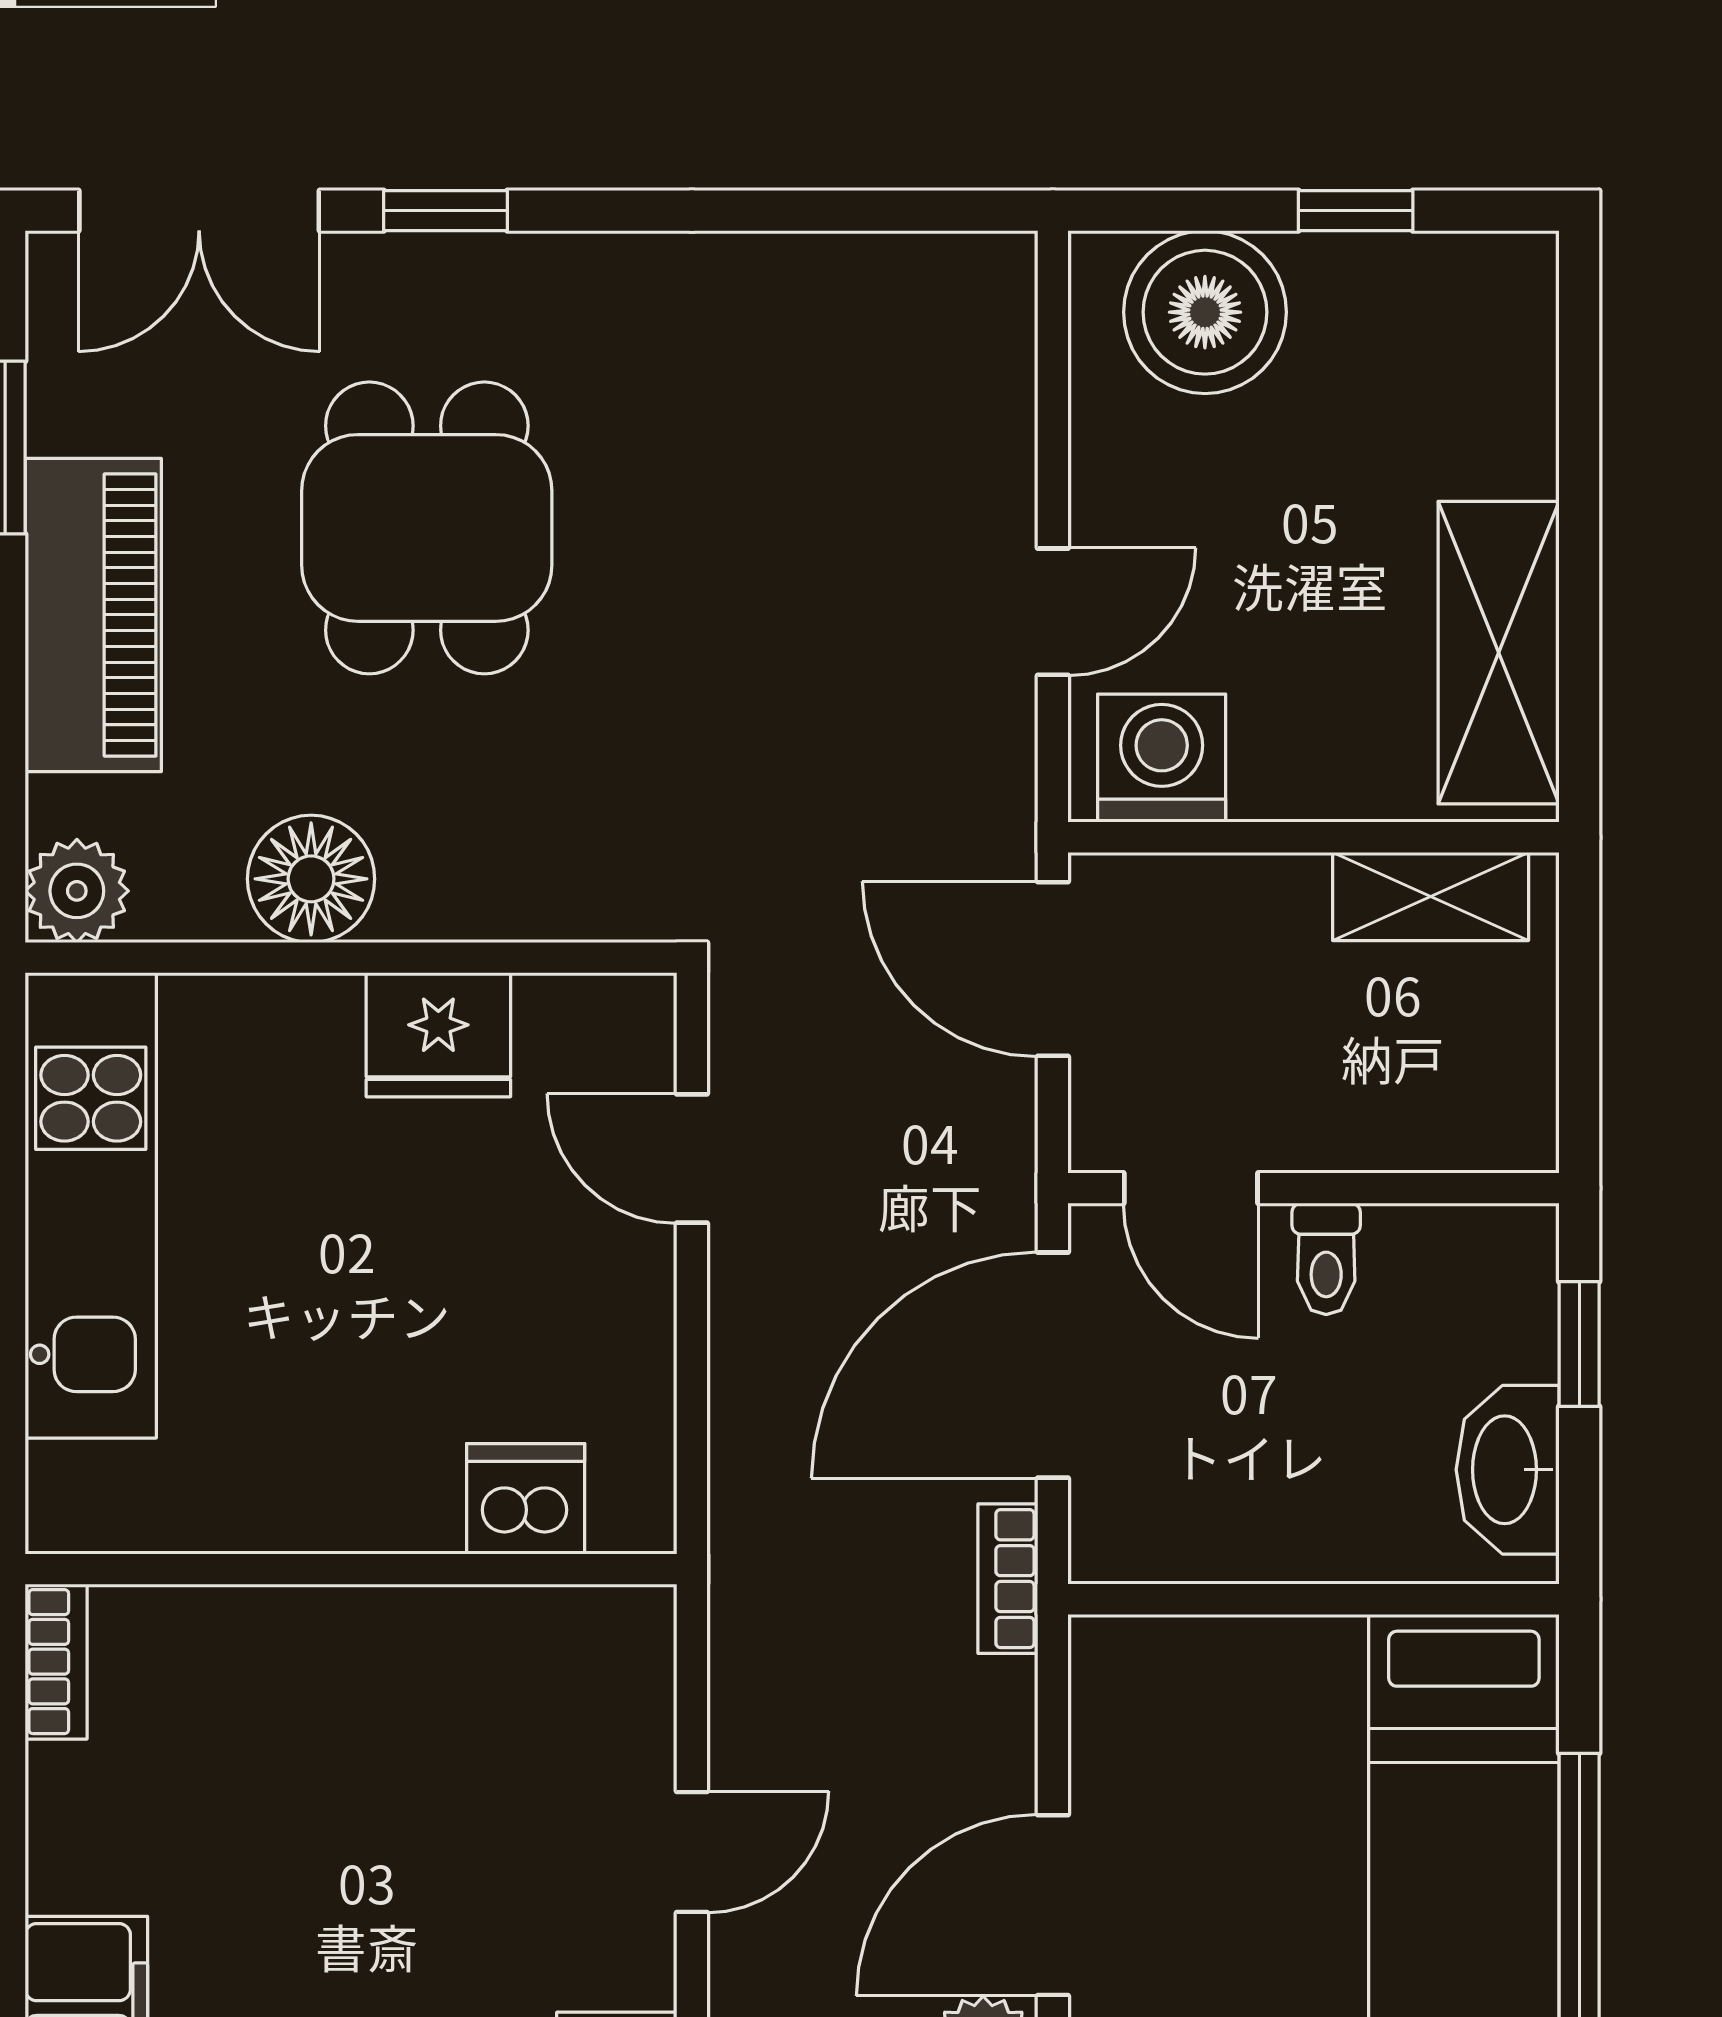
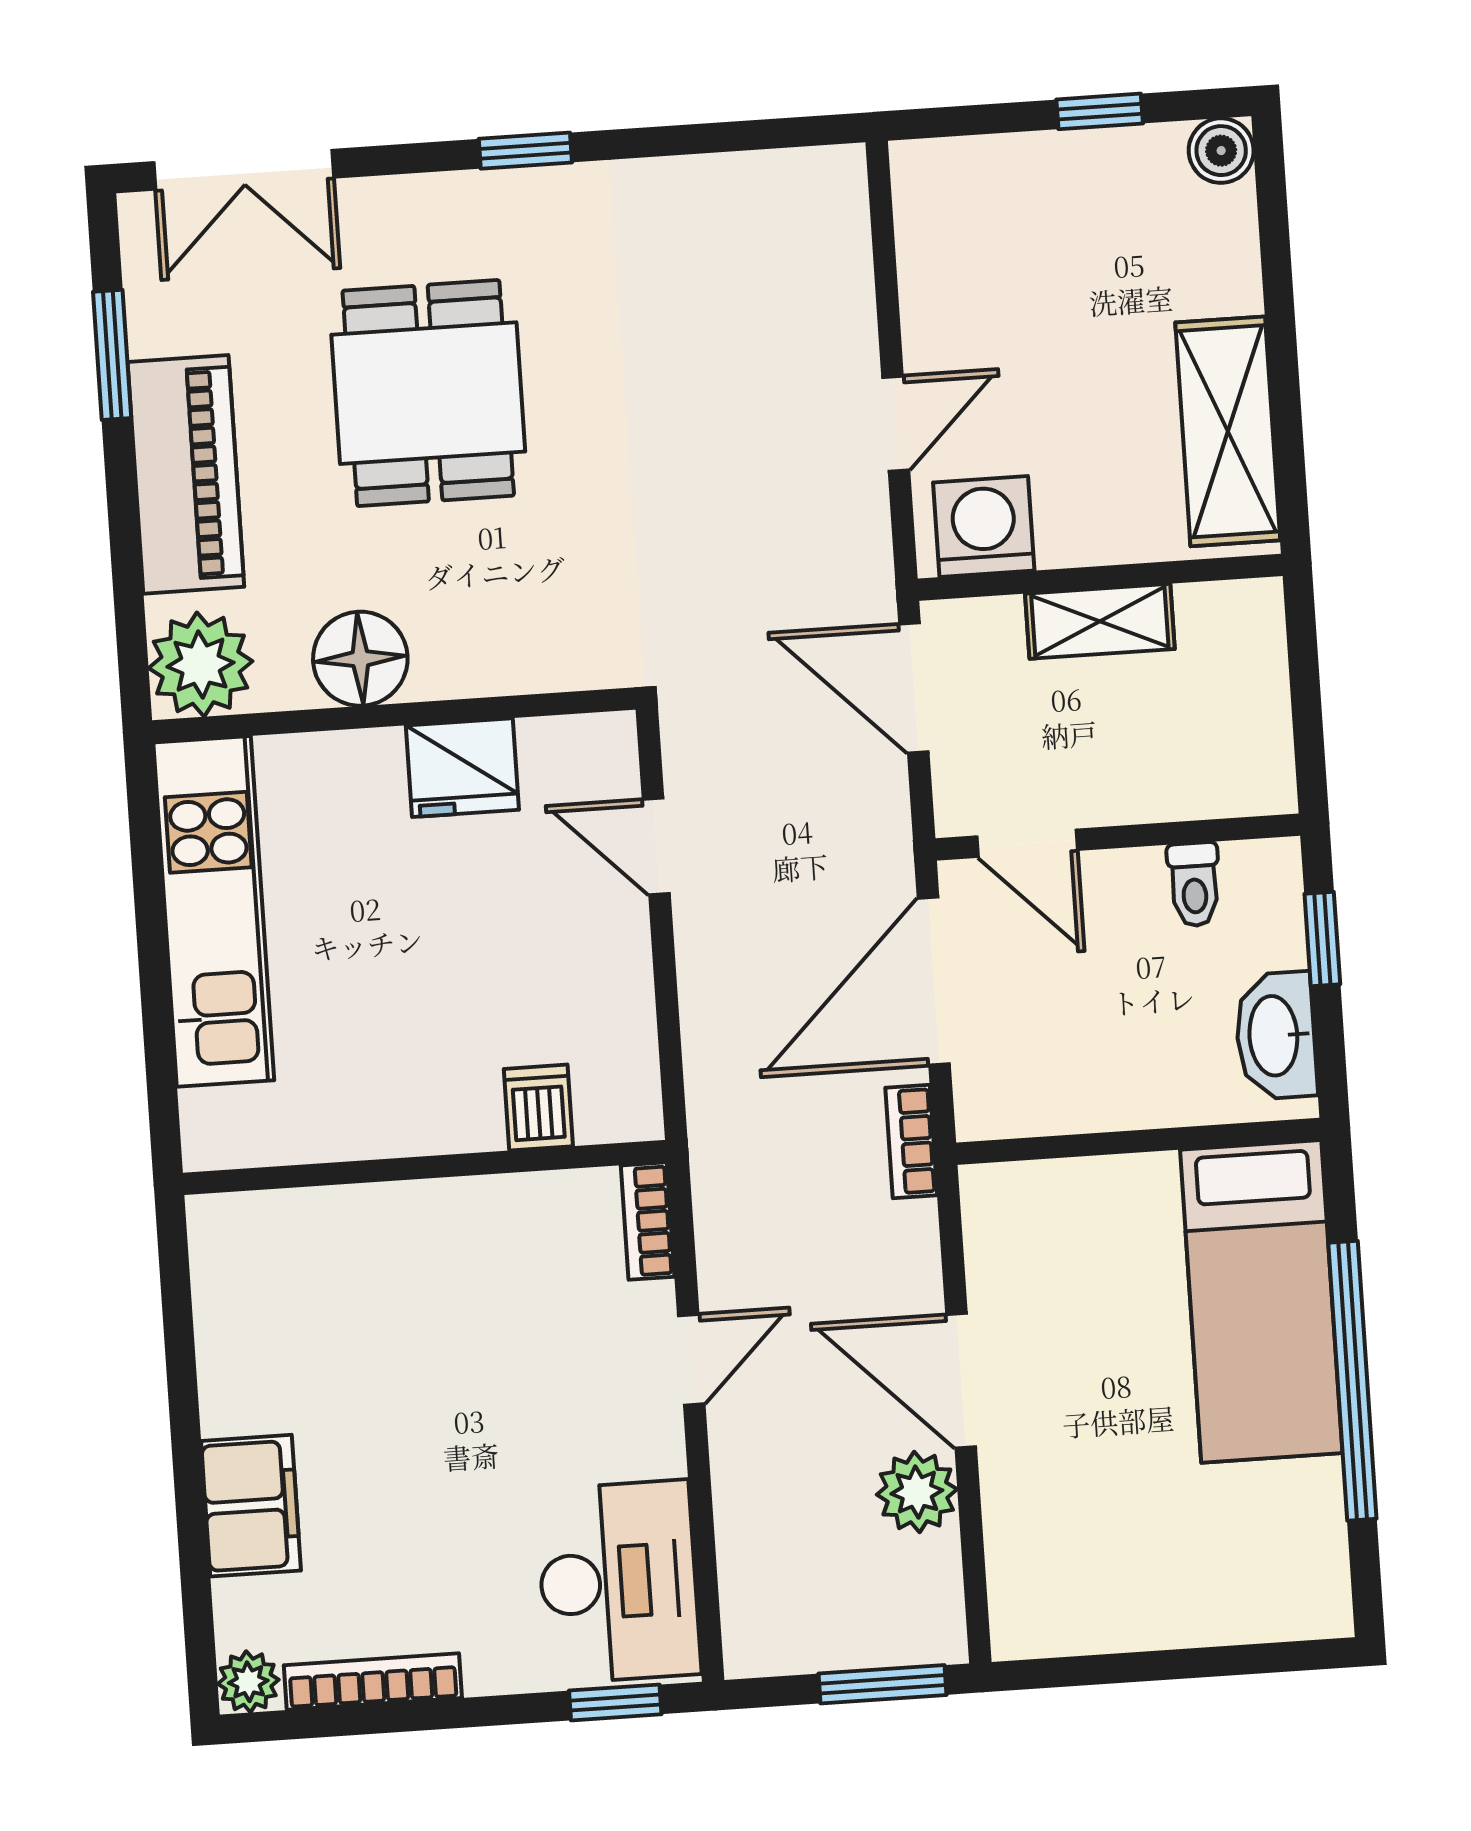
window: (445, 211) -> (525, 151), moved
boiler: (1205, 312) -> (1221, 151), moved, width x0.54, depth x0.54
plant: (77, 891) -> (201, 665), width x1.36, depth x1.36
shelving: (1431, 896) -> (1100, 621), moved
toilet: (1326, 1259) -> (1194, 884), moved
dishwasher: (526, 1499) -> (538, 1108), width x0.73
bookcase: (56, 1662) -> (648, 1221), moved, turned 180
door: (1053, 1905) -> (961, 1381), hinge flipped

